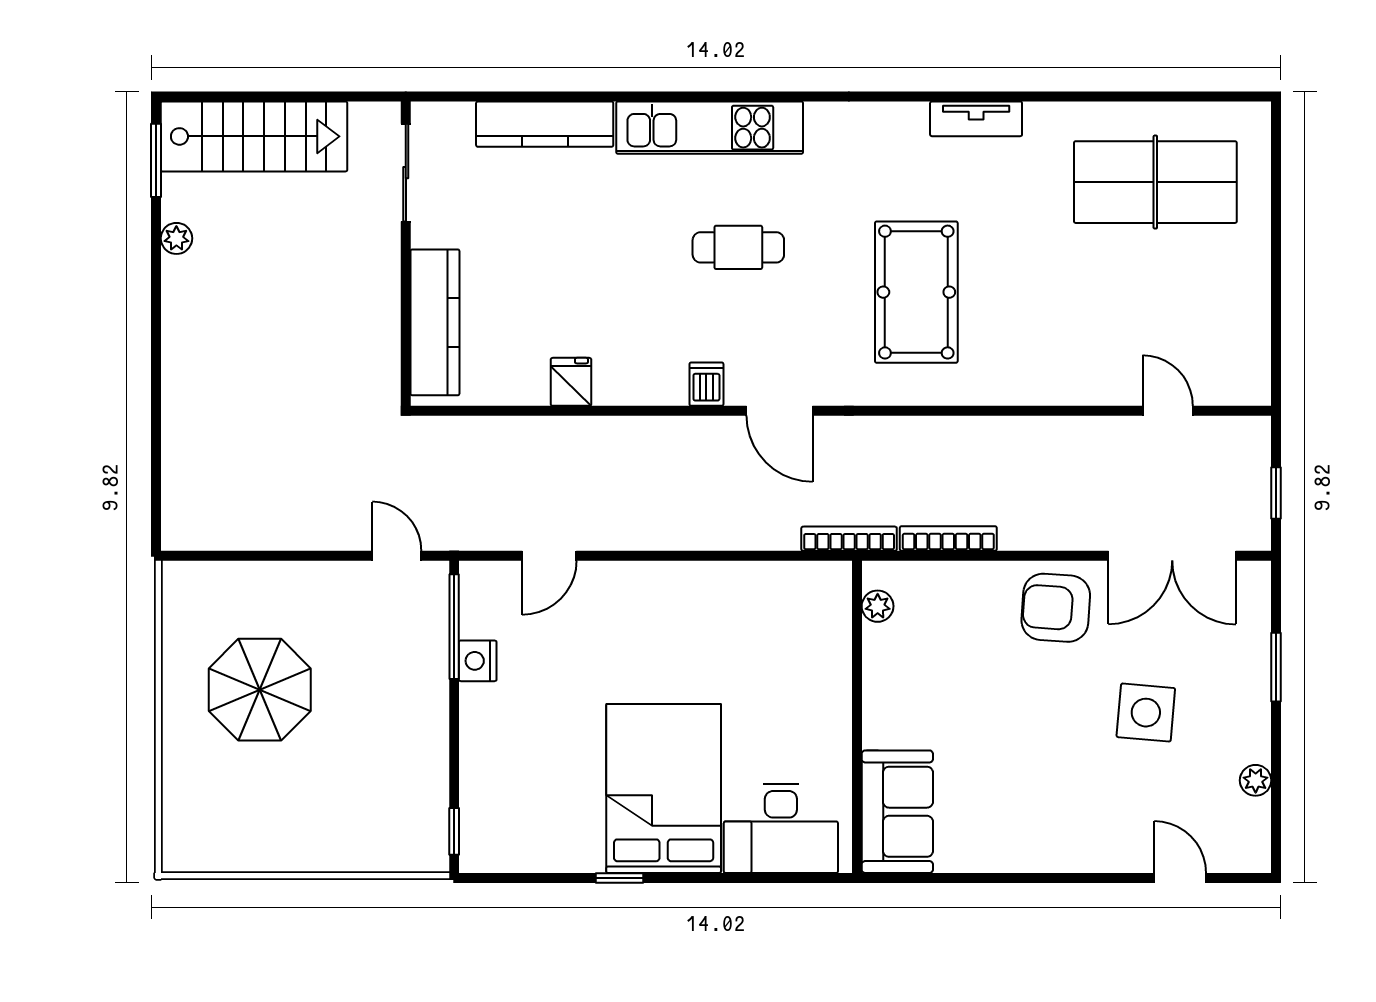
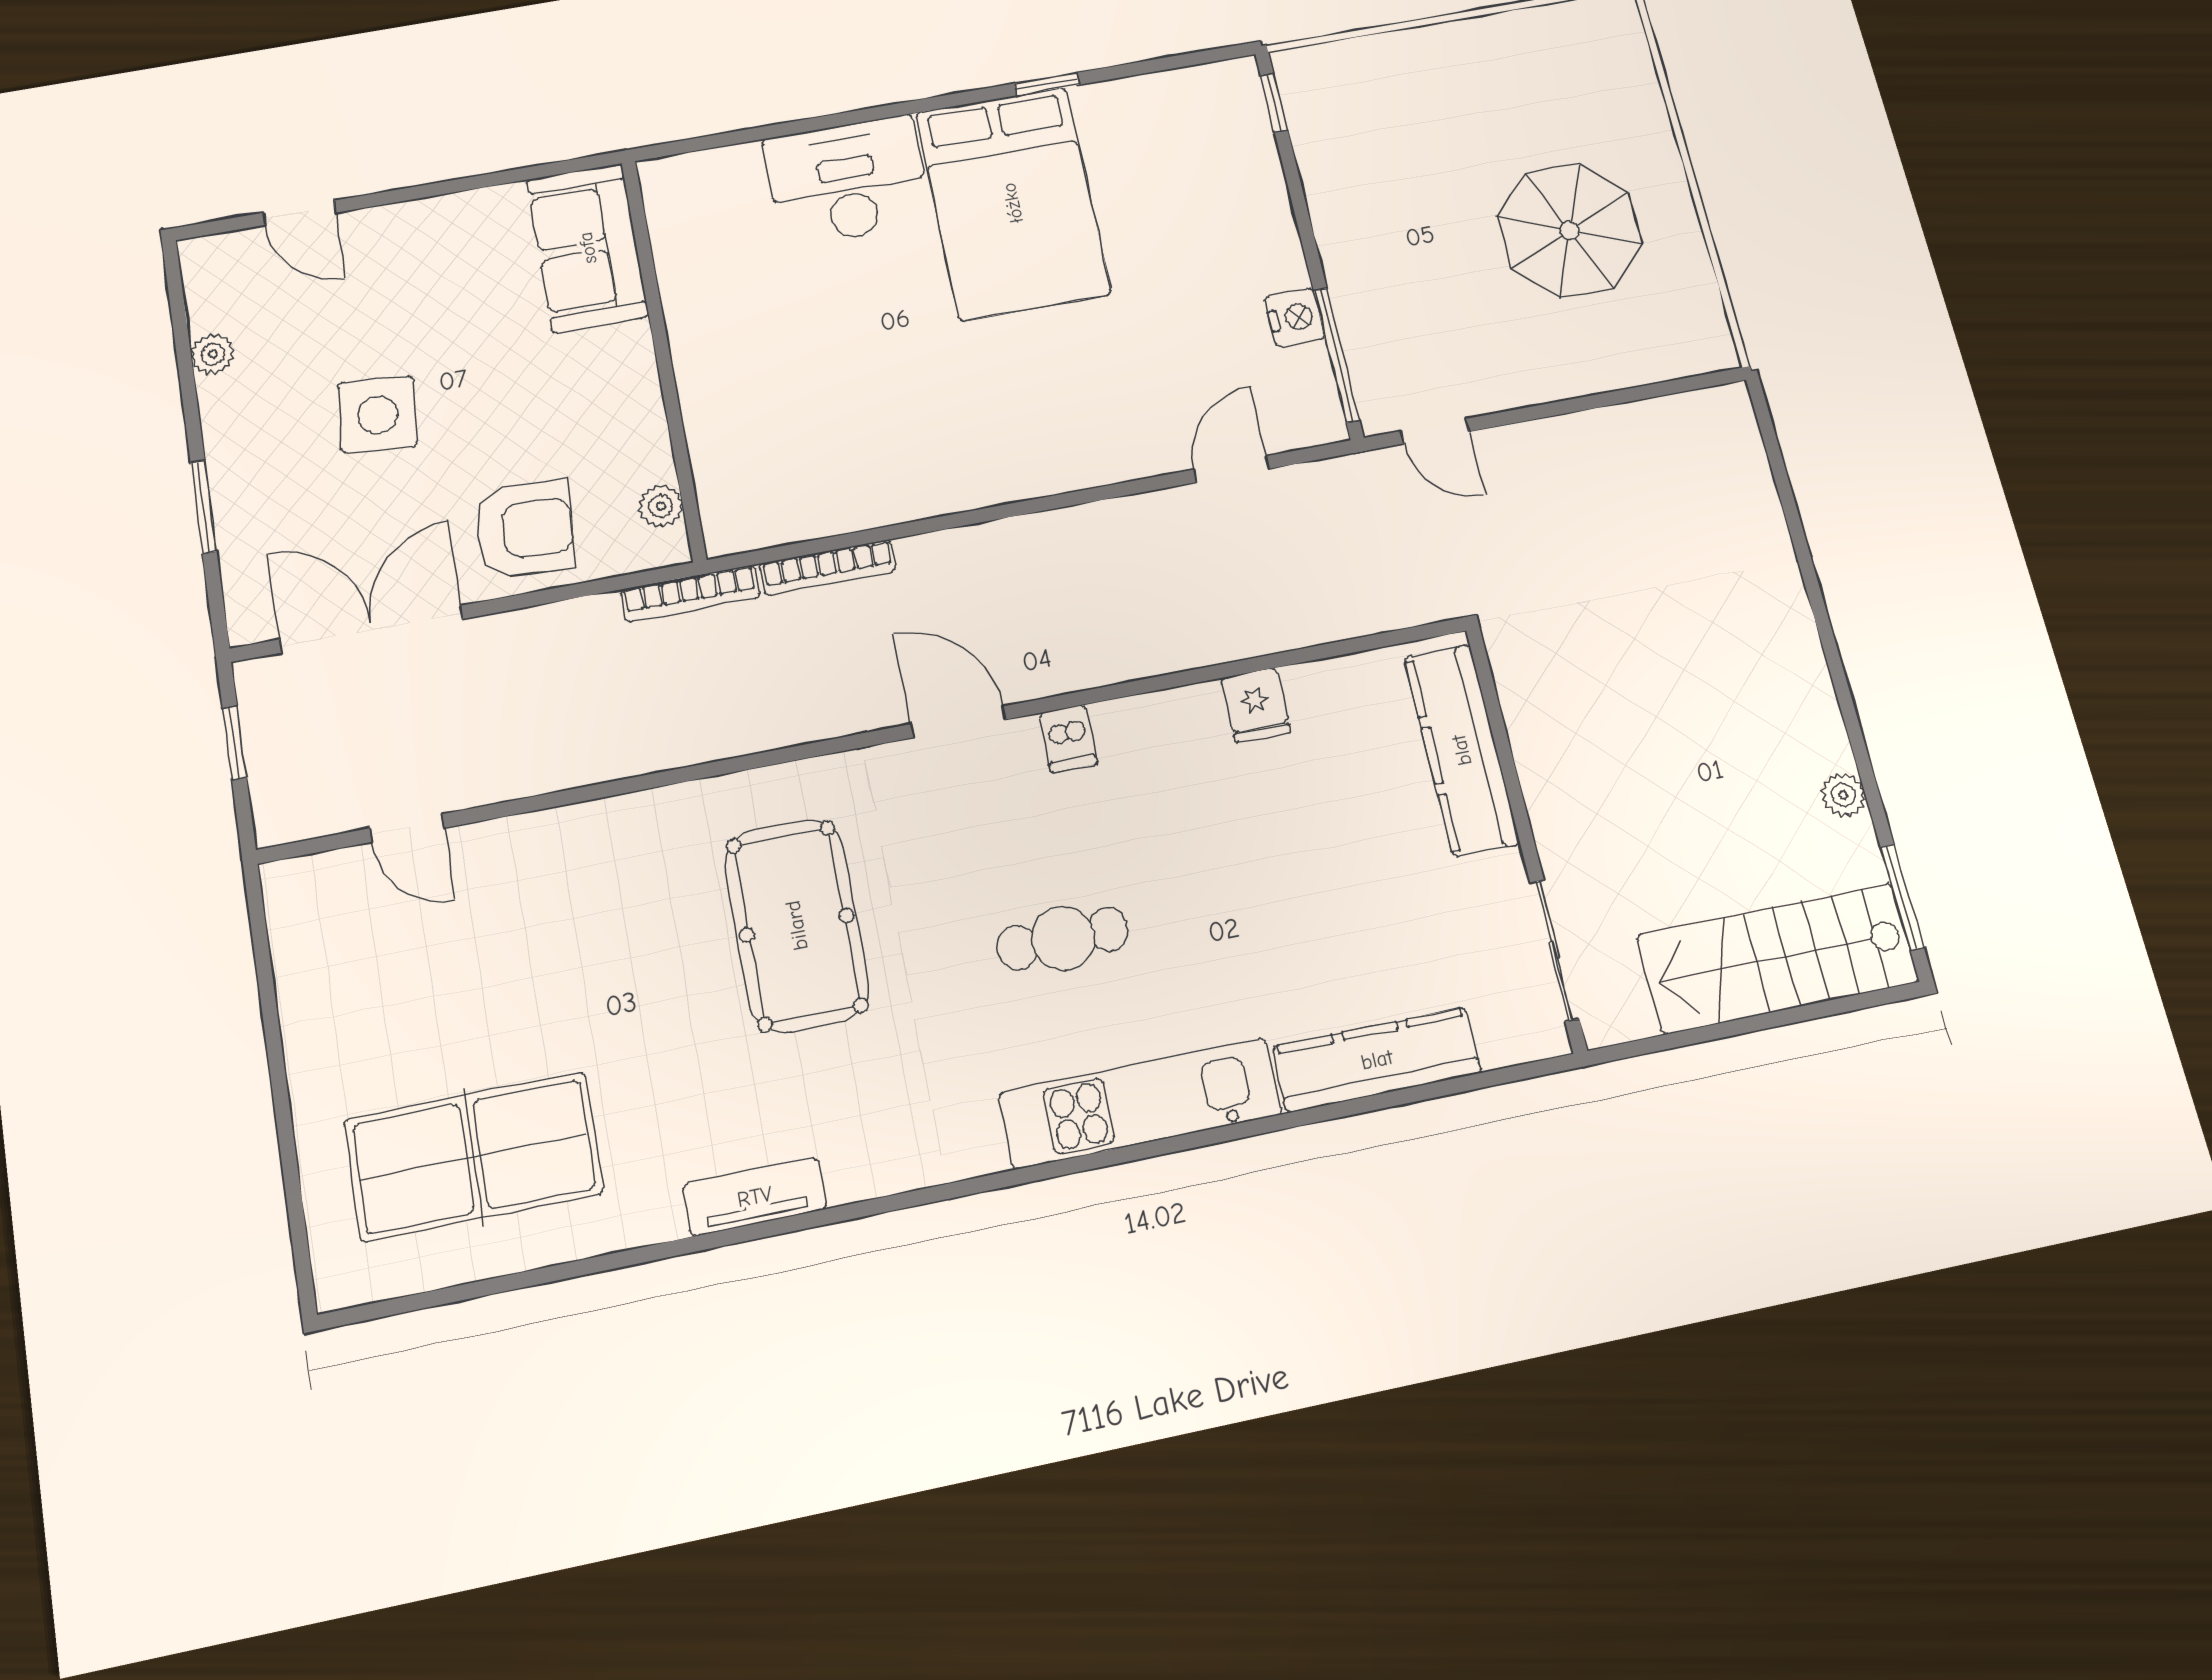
plant: (878, 606) -> (661, 506), moved
wall: (857, 717) -> (663, 358), moved
sofa: (897, 812) -> (588, 248), moved

